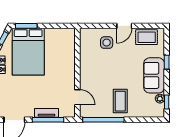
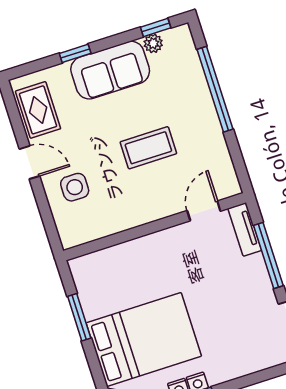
window: (26, 26) -> (79, 317), moved
coffee table: (120, 101) -> (148, 148), moved
tv unit: (47, 113) -> (245, 229), moved
window: (103, 120) -> (215, 89), moved

